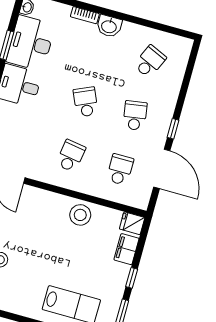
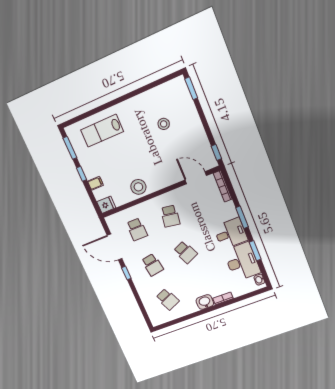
school desk: (150, 62) -> (168, 299), turned -48
filing cabinet: (127, 249) -> (95, 183), width x0.50

